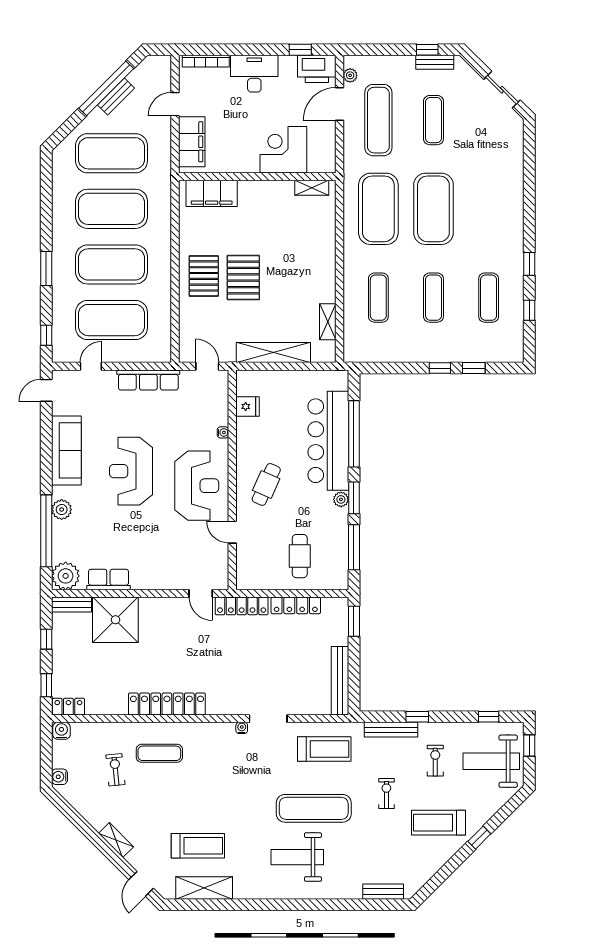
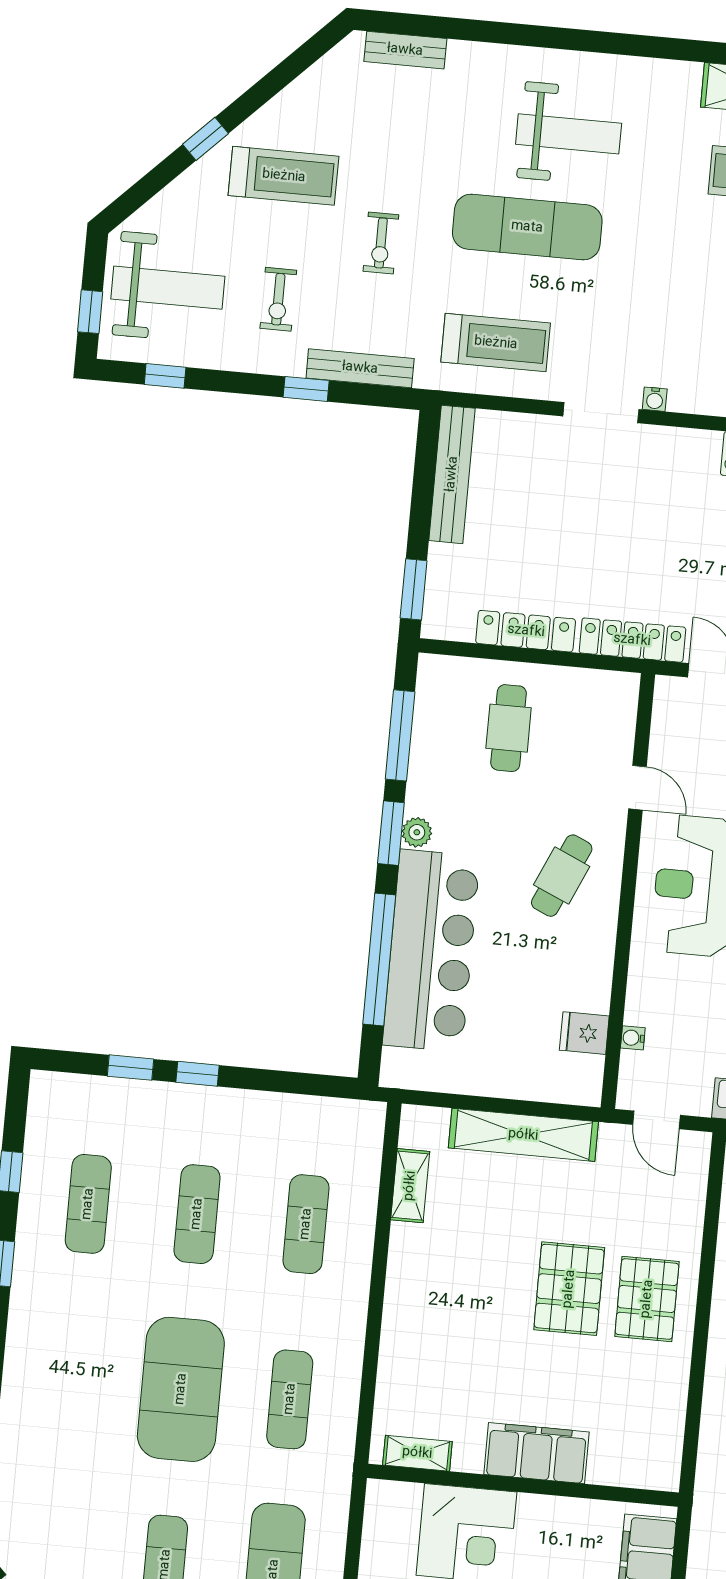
filing cabinet: (212, 193) -> (537, 1453), moved
exercise mat: (378, 209) -> (290, 1399), width x0.50, depth x0.69
water cooler: (223, 432) -> (633, 1038), moved
treadmill: (324, 749) -> (496, 343), turned 180

